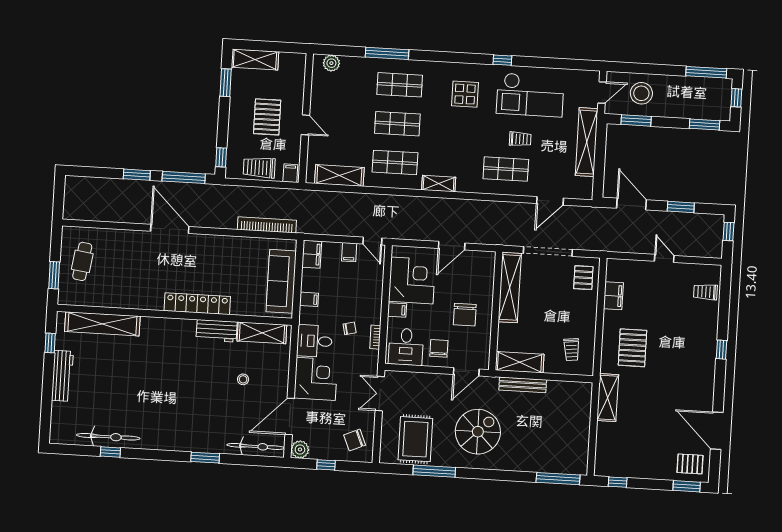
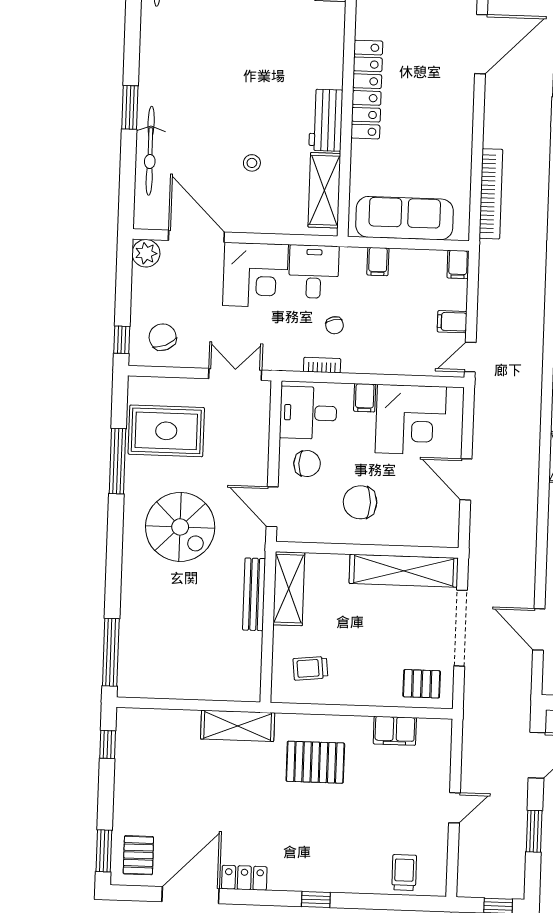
filing cabinet: (312, 254) -> (458, 264), width x0.50
locker: (706, 396) -> (244, 878), added
bicycle: (256, 446) -> (150, 151), moved
window: (326, 465) -> (122, 340), moved

